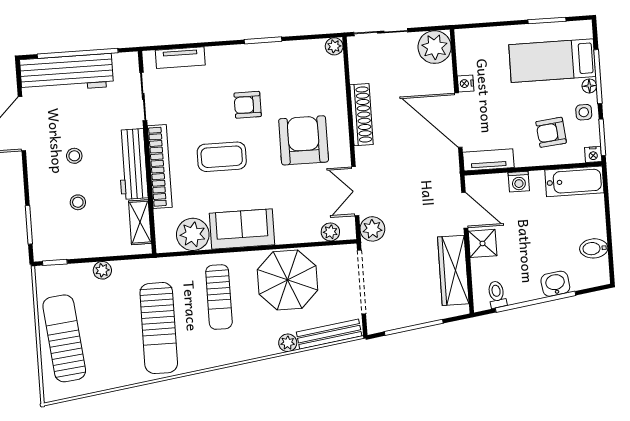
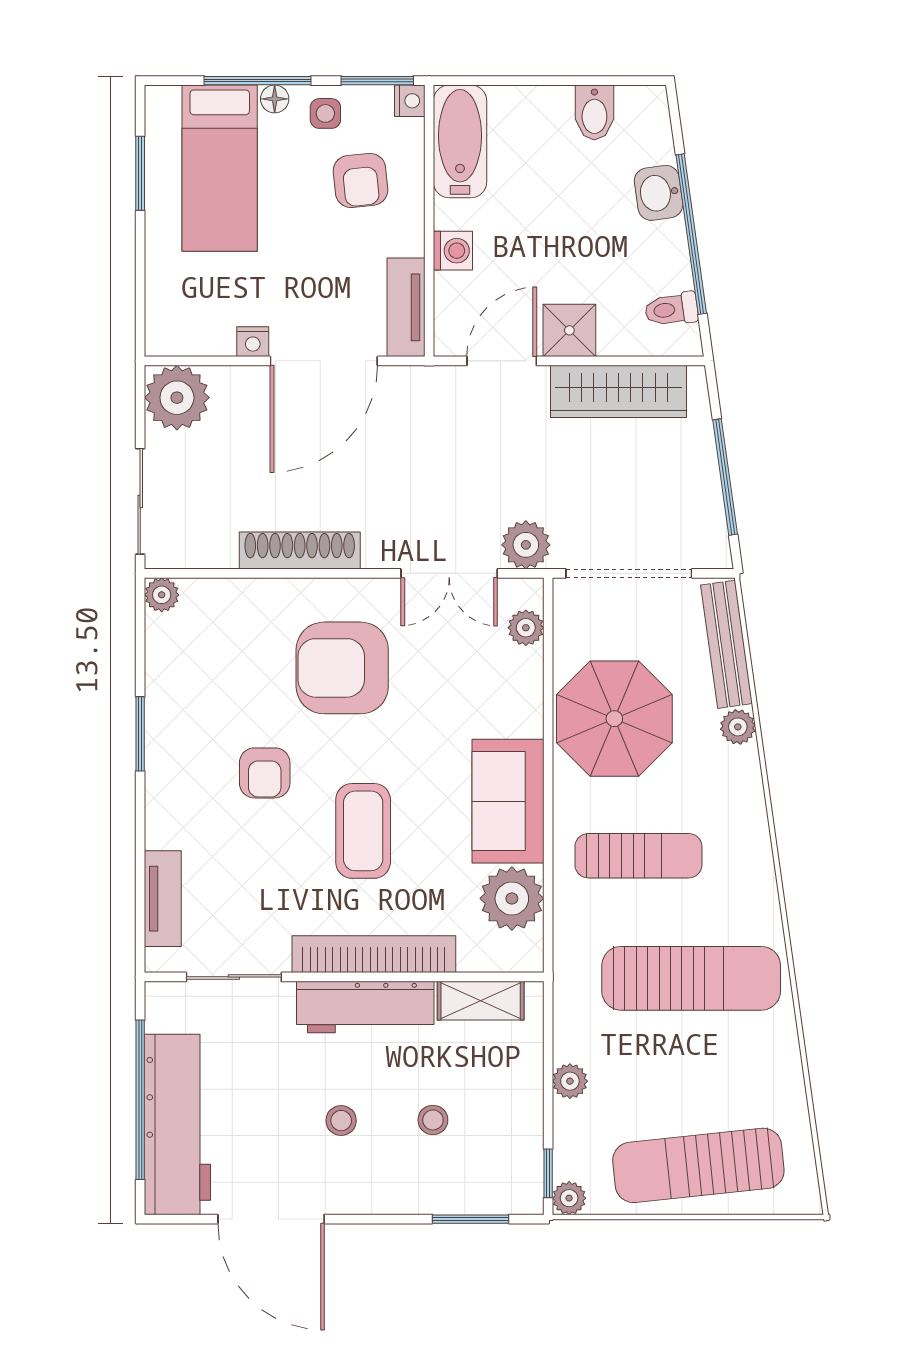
plant: (43, 274) -> (569, 1198), added

